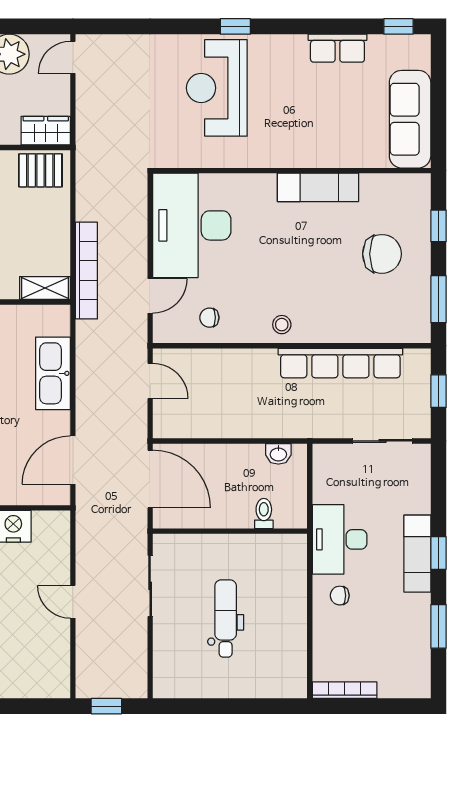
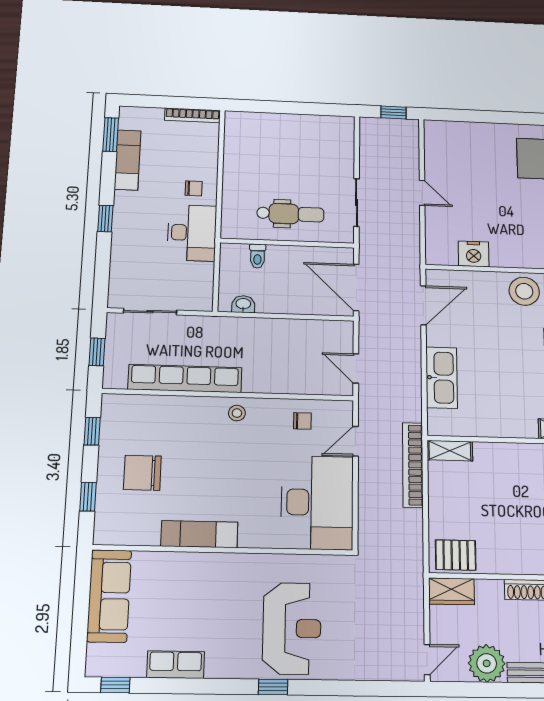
window: (439, 299) -> (92, 431), width x0.67
exam couch: (417, 554) -> (128, 160), moved
dental chair: (226, 618) -> (290, 214), moved, turned -90
window: (439, 626) -> (111, 135), moved

